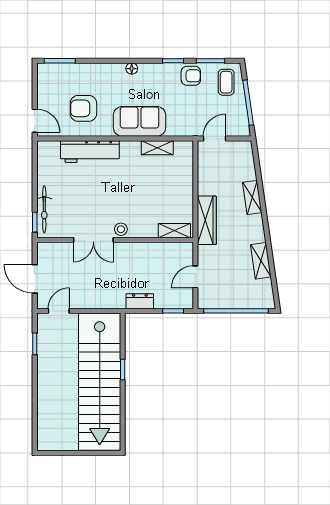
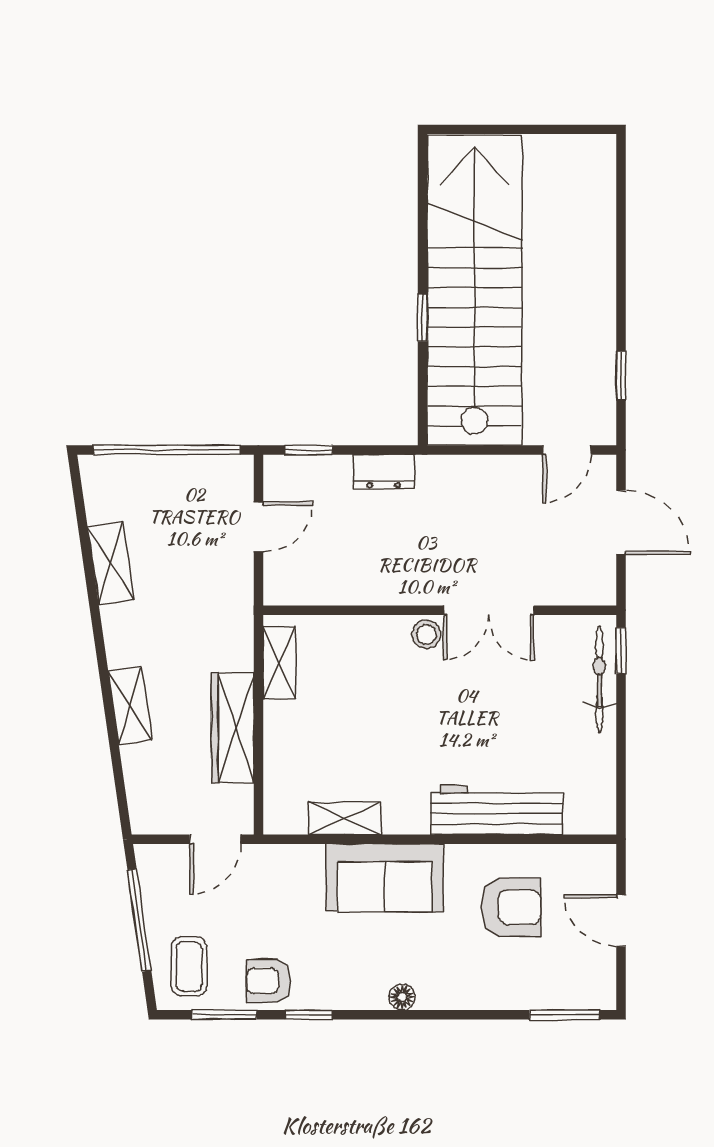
door: (35, 121) -> (621, 921), moved
wardrobe: (207, 220) -> (233, 728), moved
shelving: (174, 231) -> (279, 663), moved, turned 90
double door: (93, 240) -> (489, 610), swing flipped

